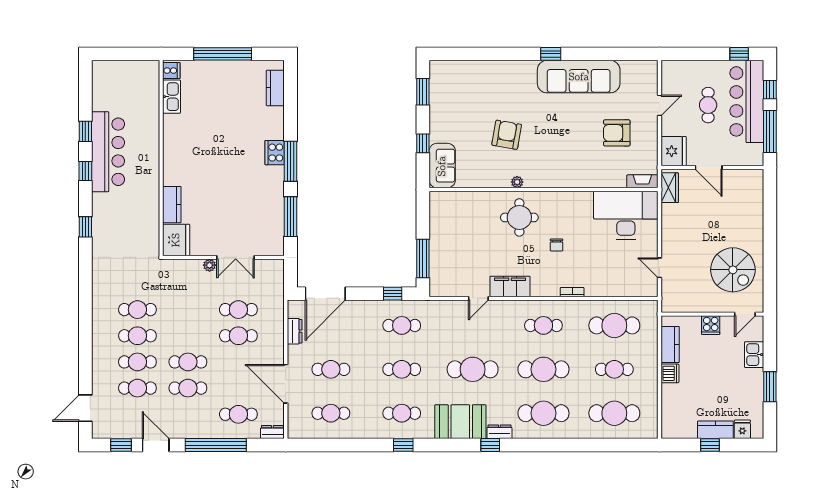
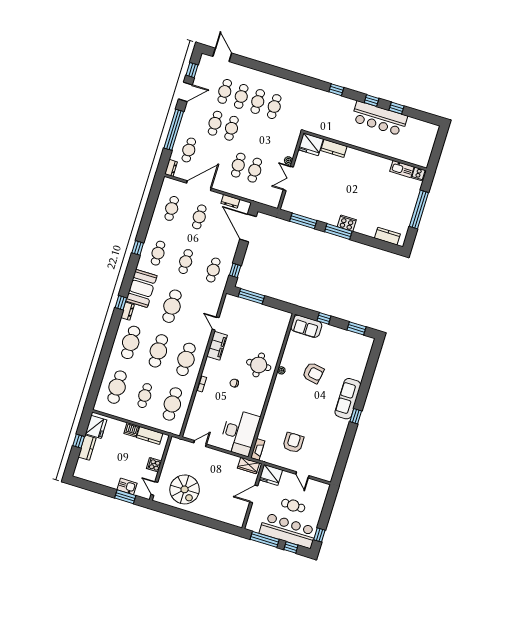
sofa: (579, 77) -> (348, 399), moved, width x0.74, depth x0.79
spiral stairs: (733, 270) -> (185, 489), turned -90
cafe table: (543, 325) -> (186, 359), width x1.37, depth x1.35
window: (770, 387) -> (125, 497), moved
fridge: (742, 429) -> (96, 427), moved, width x1.88, depth x1.34

